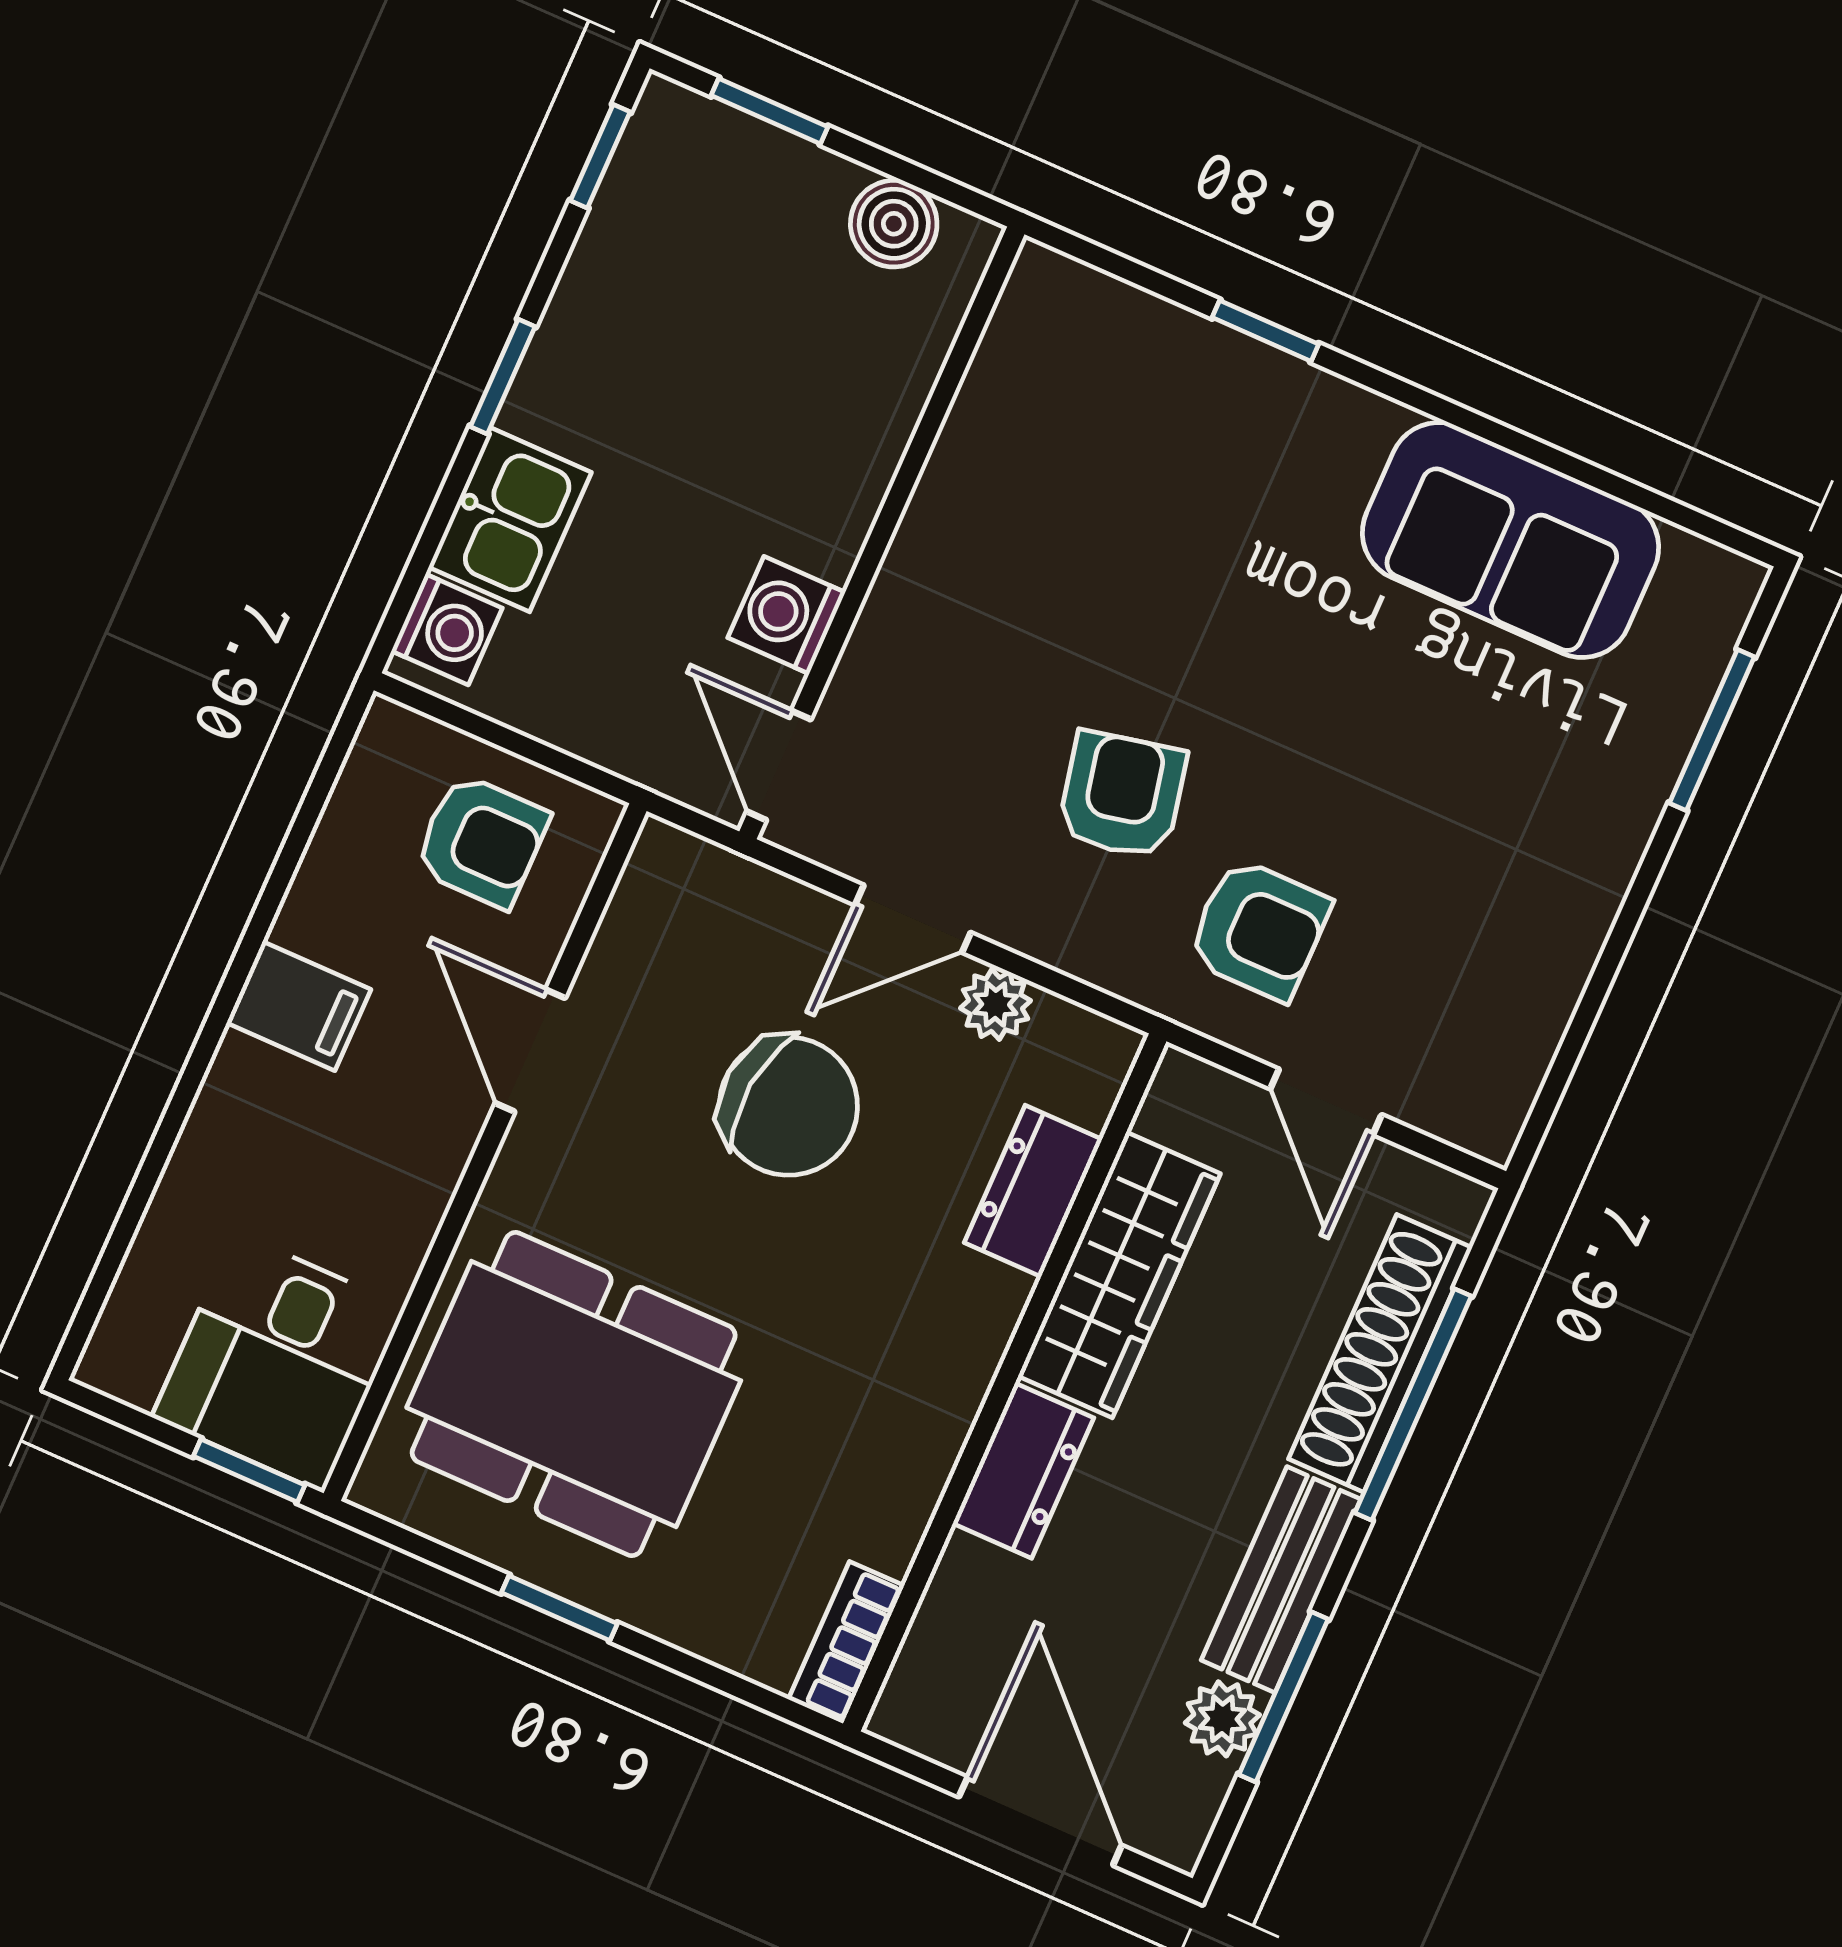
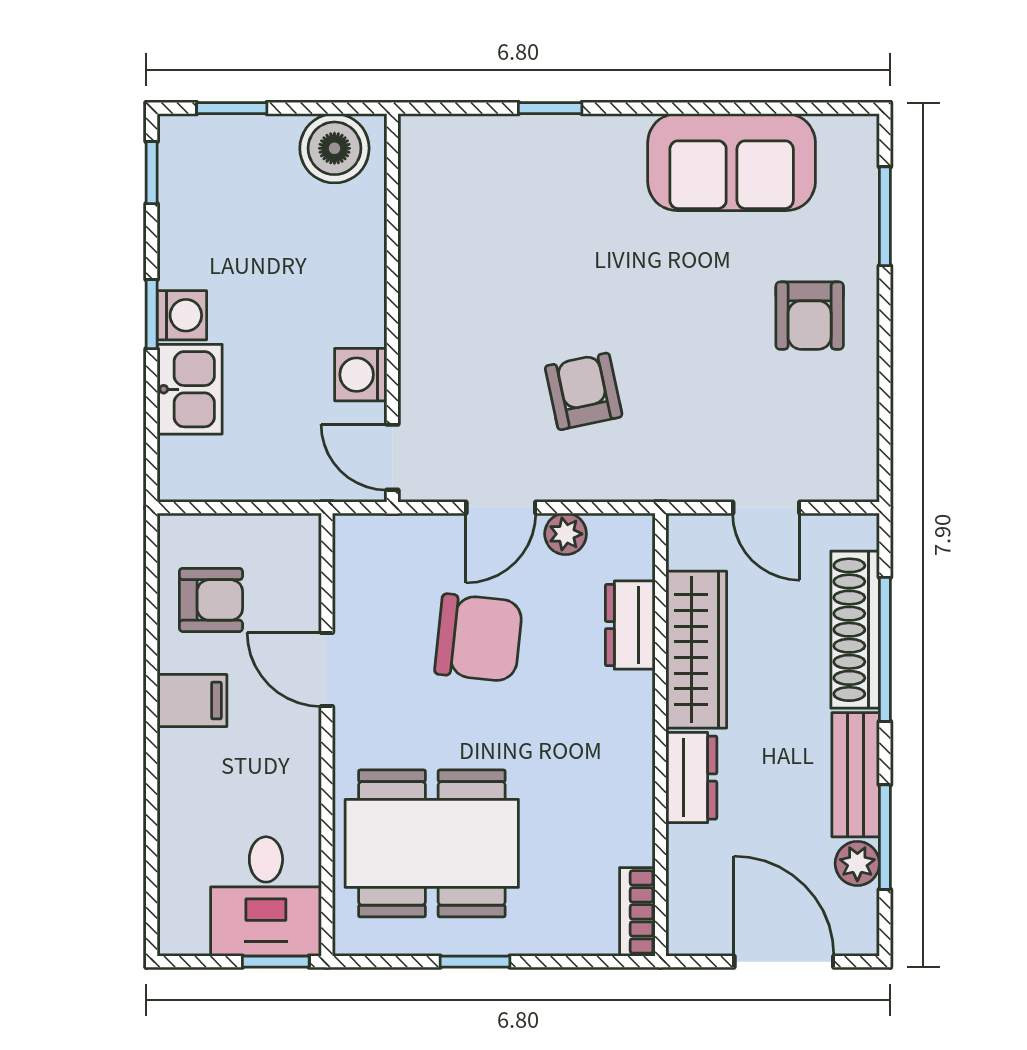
boiler: (894, 224) -> (334, 148), width x1.36, depth x1.36
washing machine: (447, 629) -> (182, 315), moved
armchair: (481, 841) -> (211, 600), moved
armchair: (1259, 929) -> (810, 316), moved, turned 90

